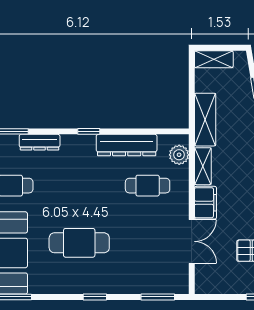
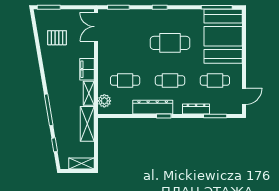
dresser: (127, 145) -> (153, 107), moved
cafe table: (79, 186) -> (170, 80), added
double door: (192, 241) -> (96, 27), moved

